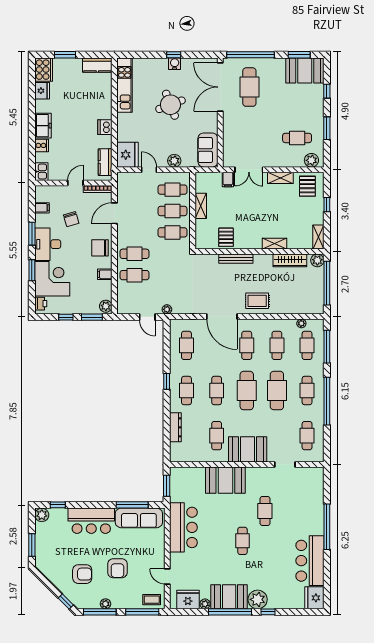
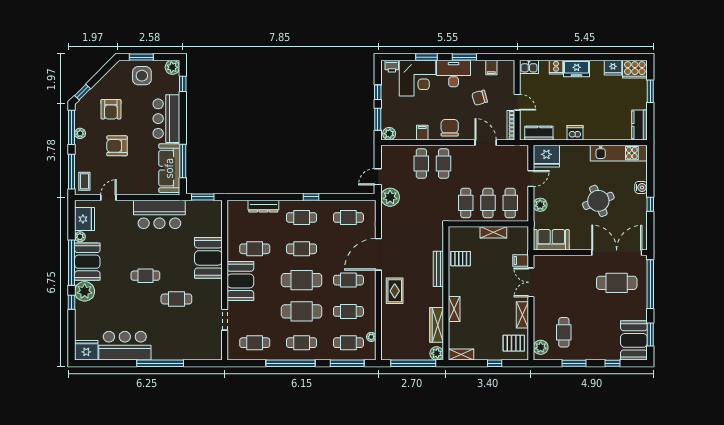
water cooler: (175, 64) -> (641, 187), moved
plant: (167, 309) -> (390, 197), width x1.88, depth x1.88
side table: (50, 544) -> (142, 76), added

